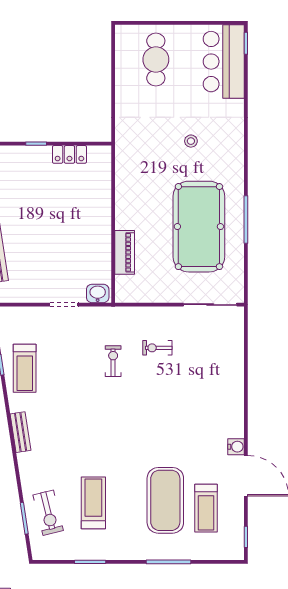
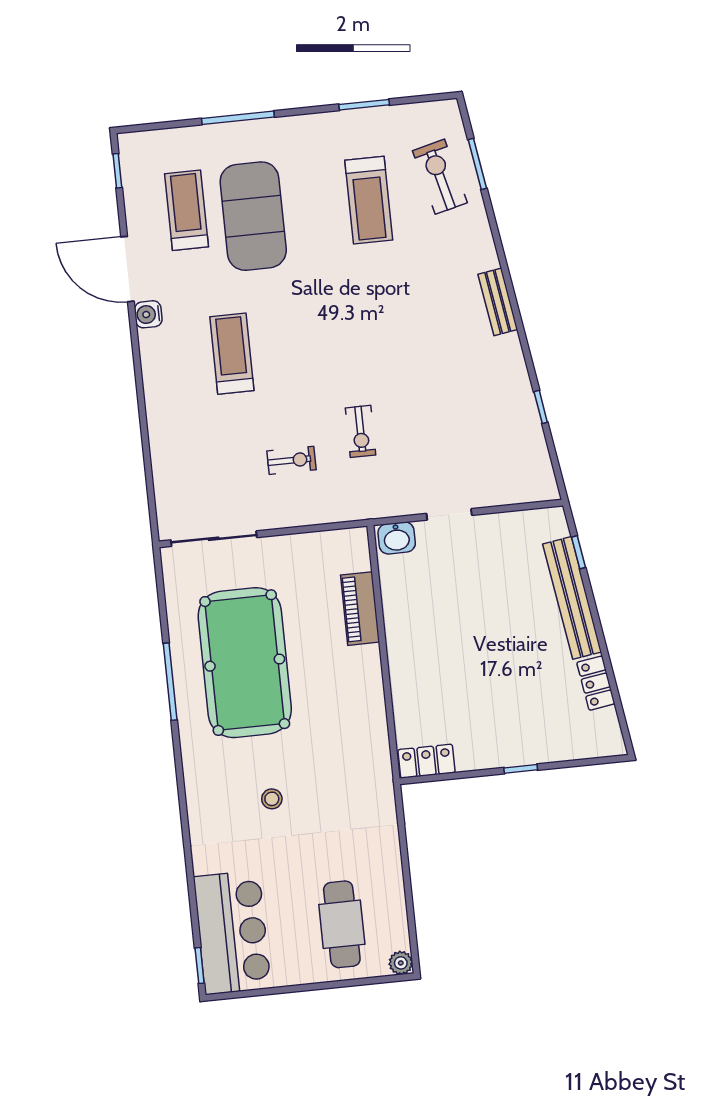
plant: (122, 32) -> (401, 963), added
locker: (69, 154) -> (426, 761), moved
treadmill: (25, 368) -> (232, 354), moved

